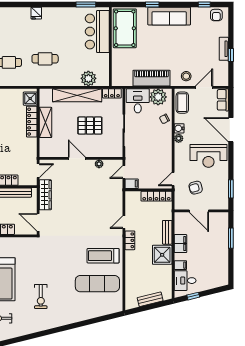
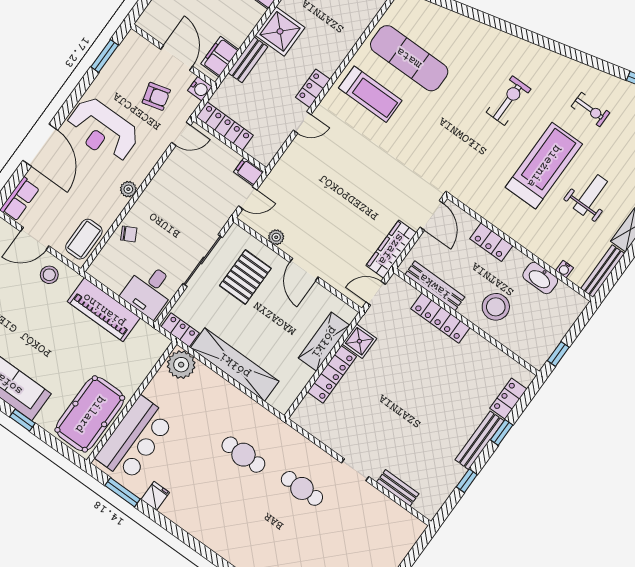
fridge: (36, 13) -> (155, 496), moved
plant: (88, 78) -> (181, 365), moved
plant: (158, 97) -> (114, 274), removed
shower: (30, 99) -> (359, 341), moved
shelving: (45, 122) -> (324, 342), moved
pallet: (90, 126) -> (245, 277), moved, turned 90
water cooler: (179, 128) -> (200, 89), moved
reception desk: (208, 156) -> (102, 130), turned 180
filing cabinet: (180, 244) -> (220, 57), moved

